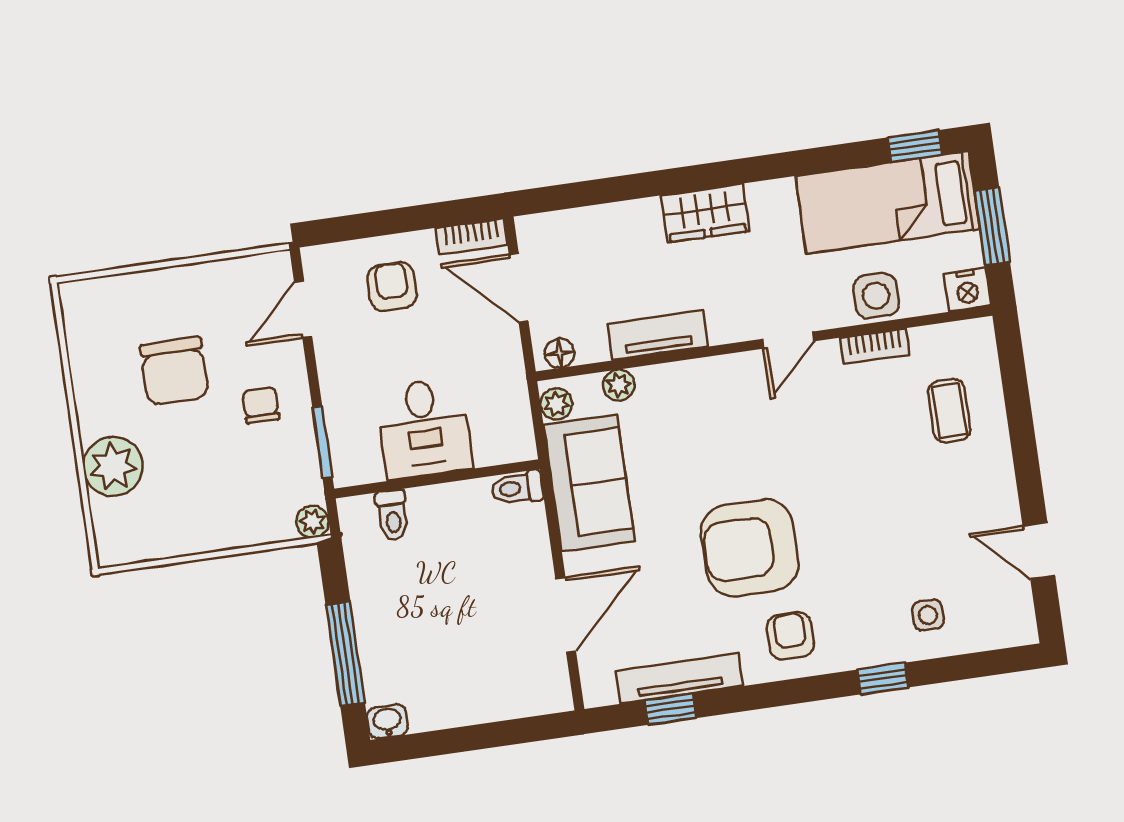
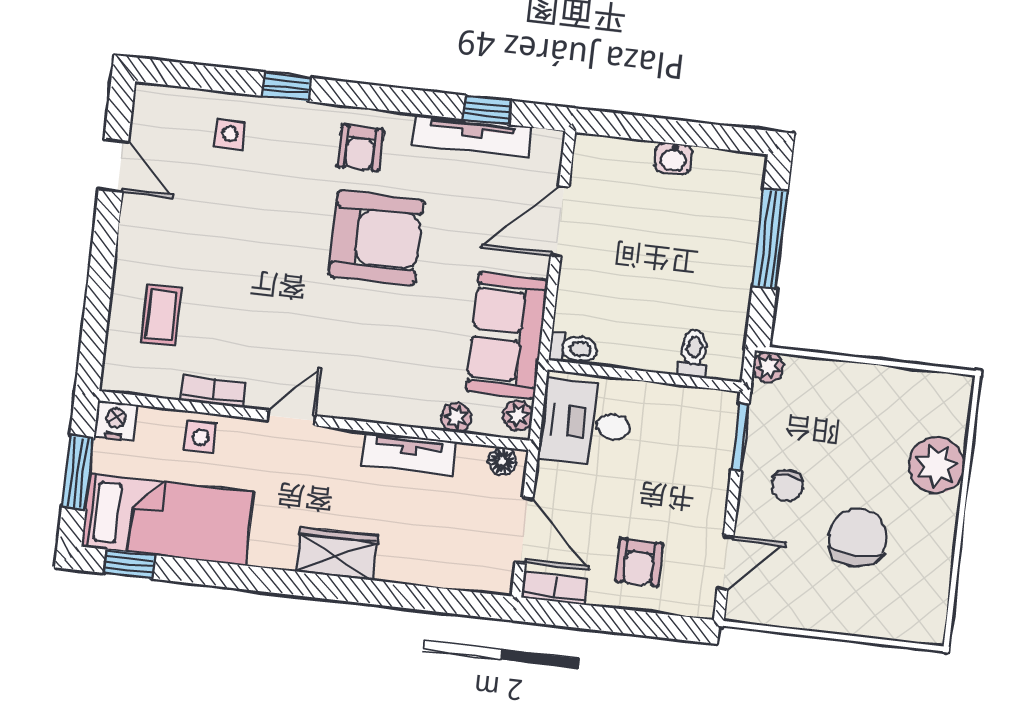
side table: (876, 296) -> (200, 437), width x0.73, depth x0.73
desk: (424, 428) -> (586, 423), moved, turned -90
washbasin: (387, 721) -> (673, 158), moved

